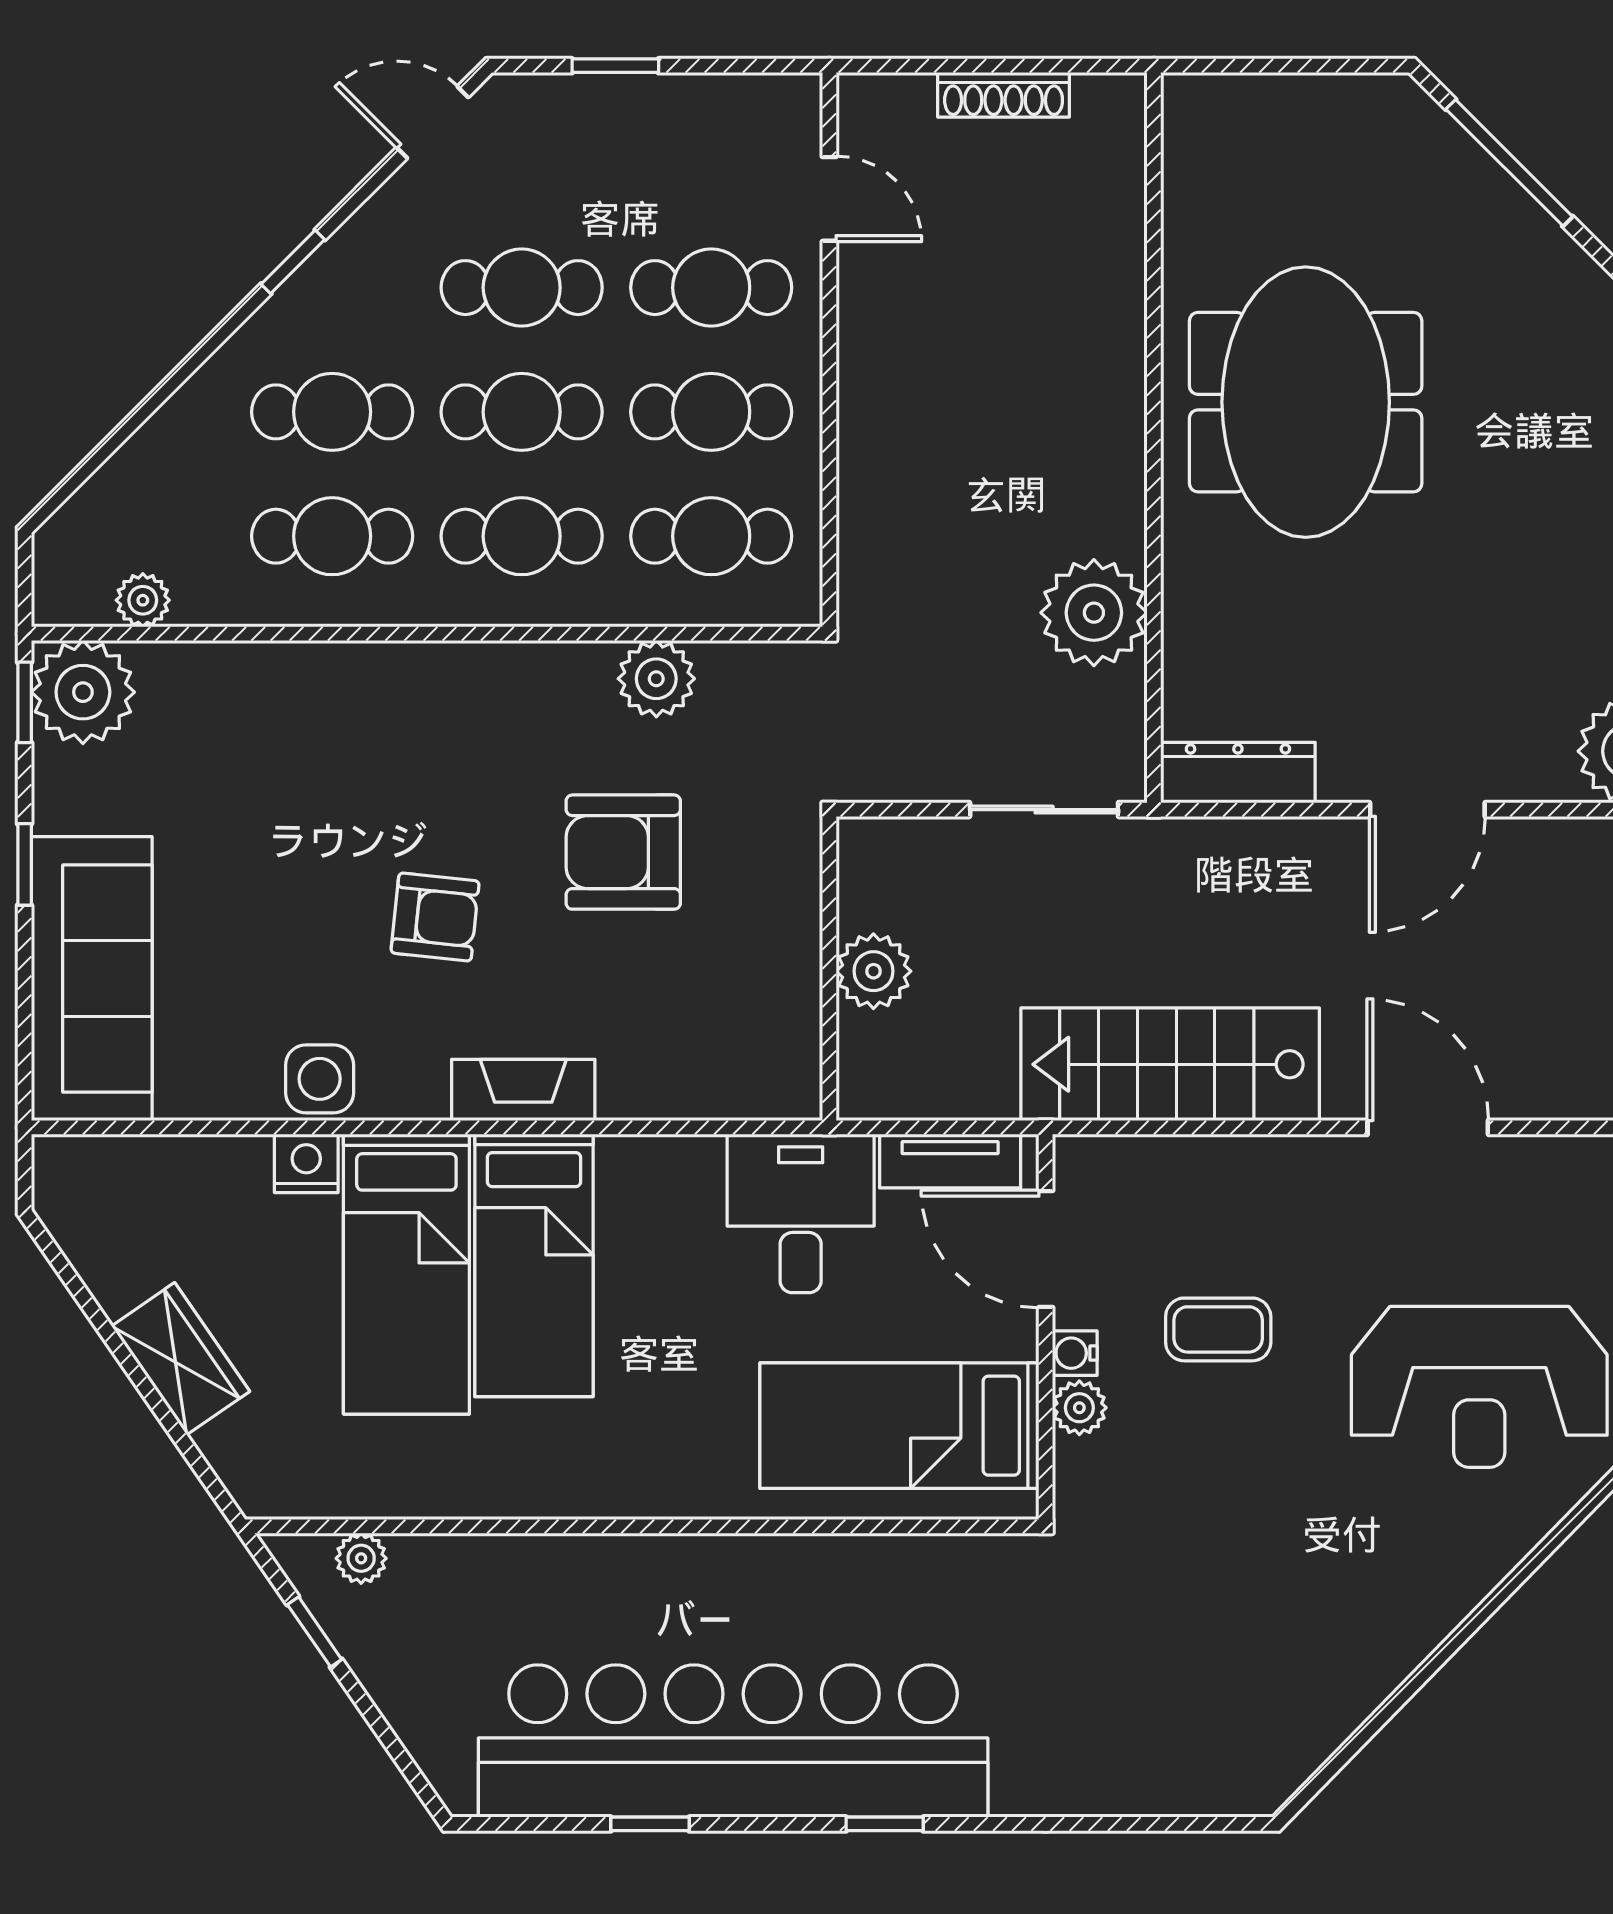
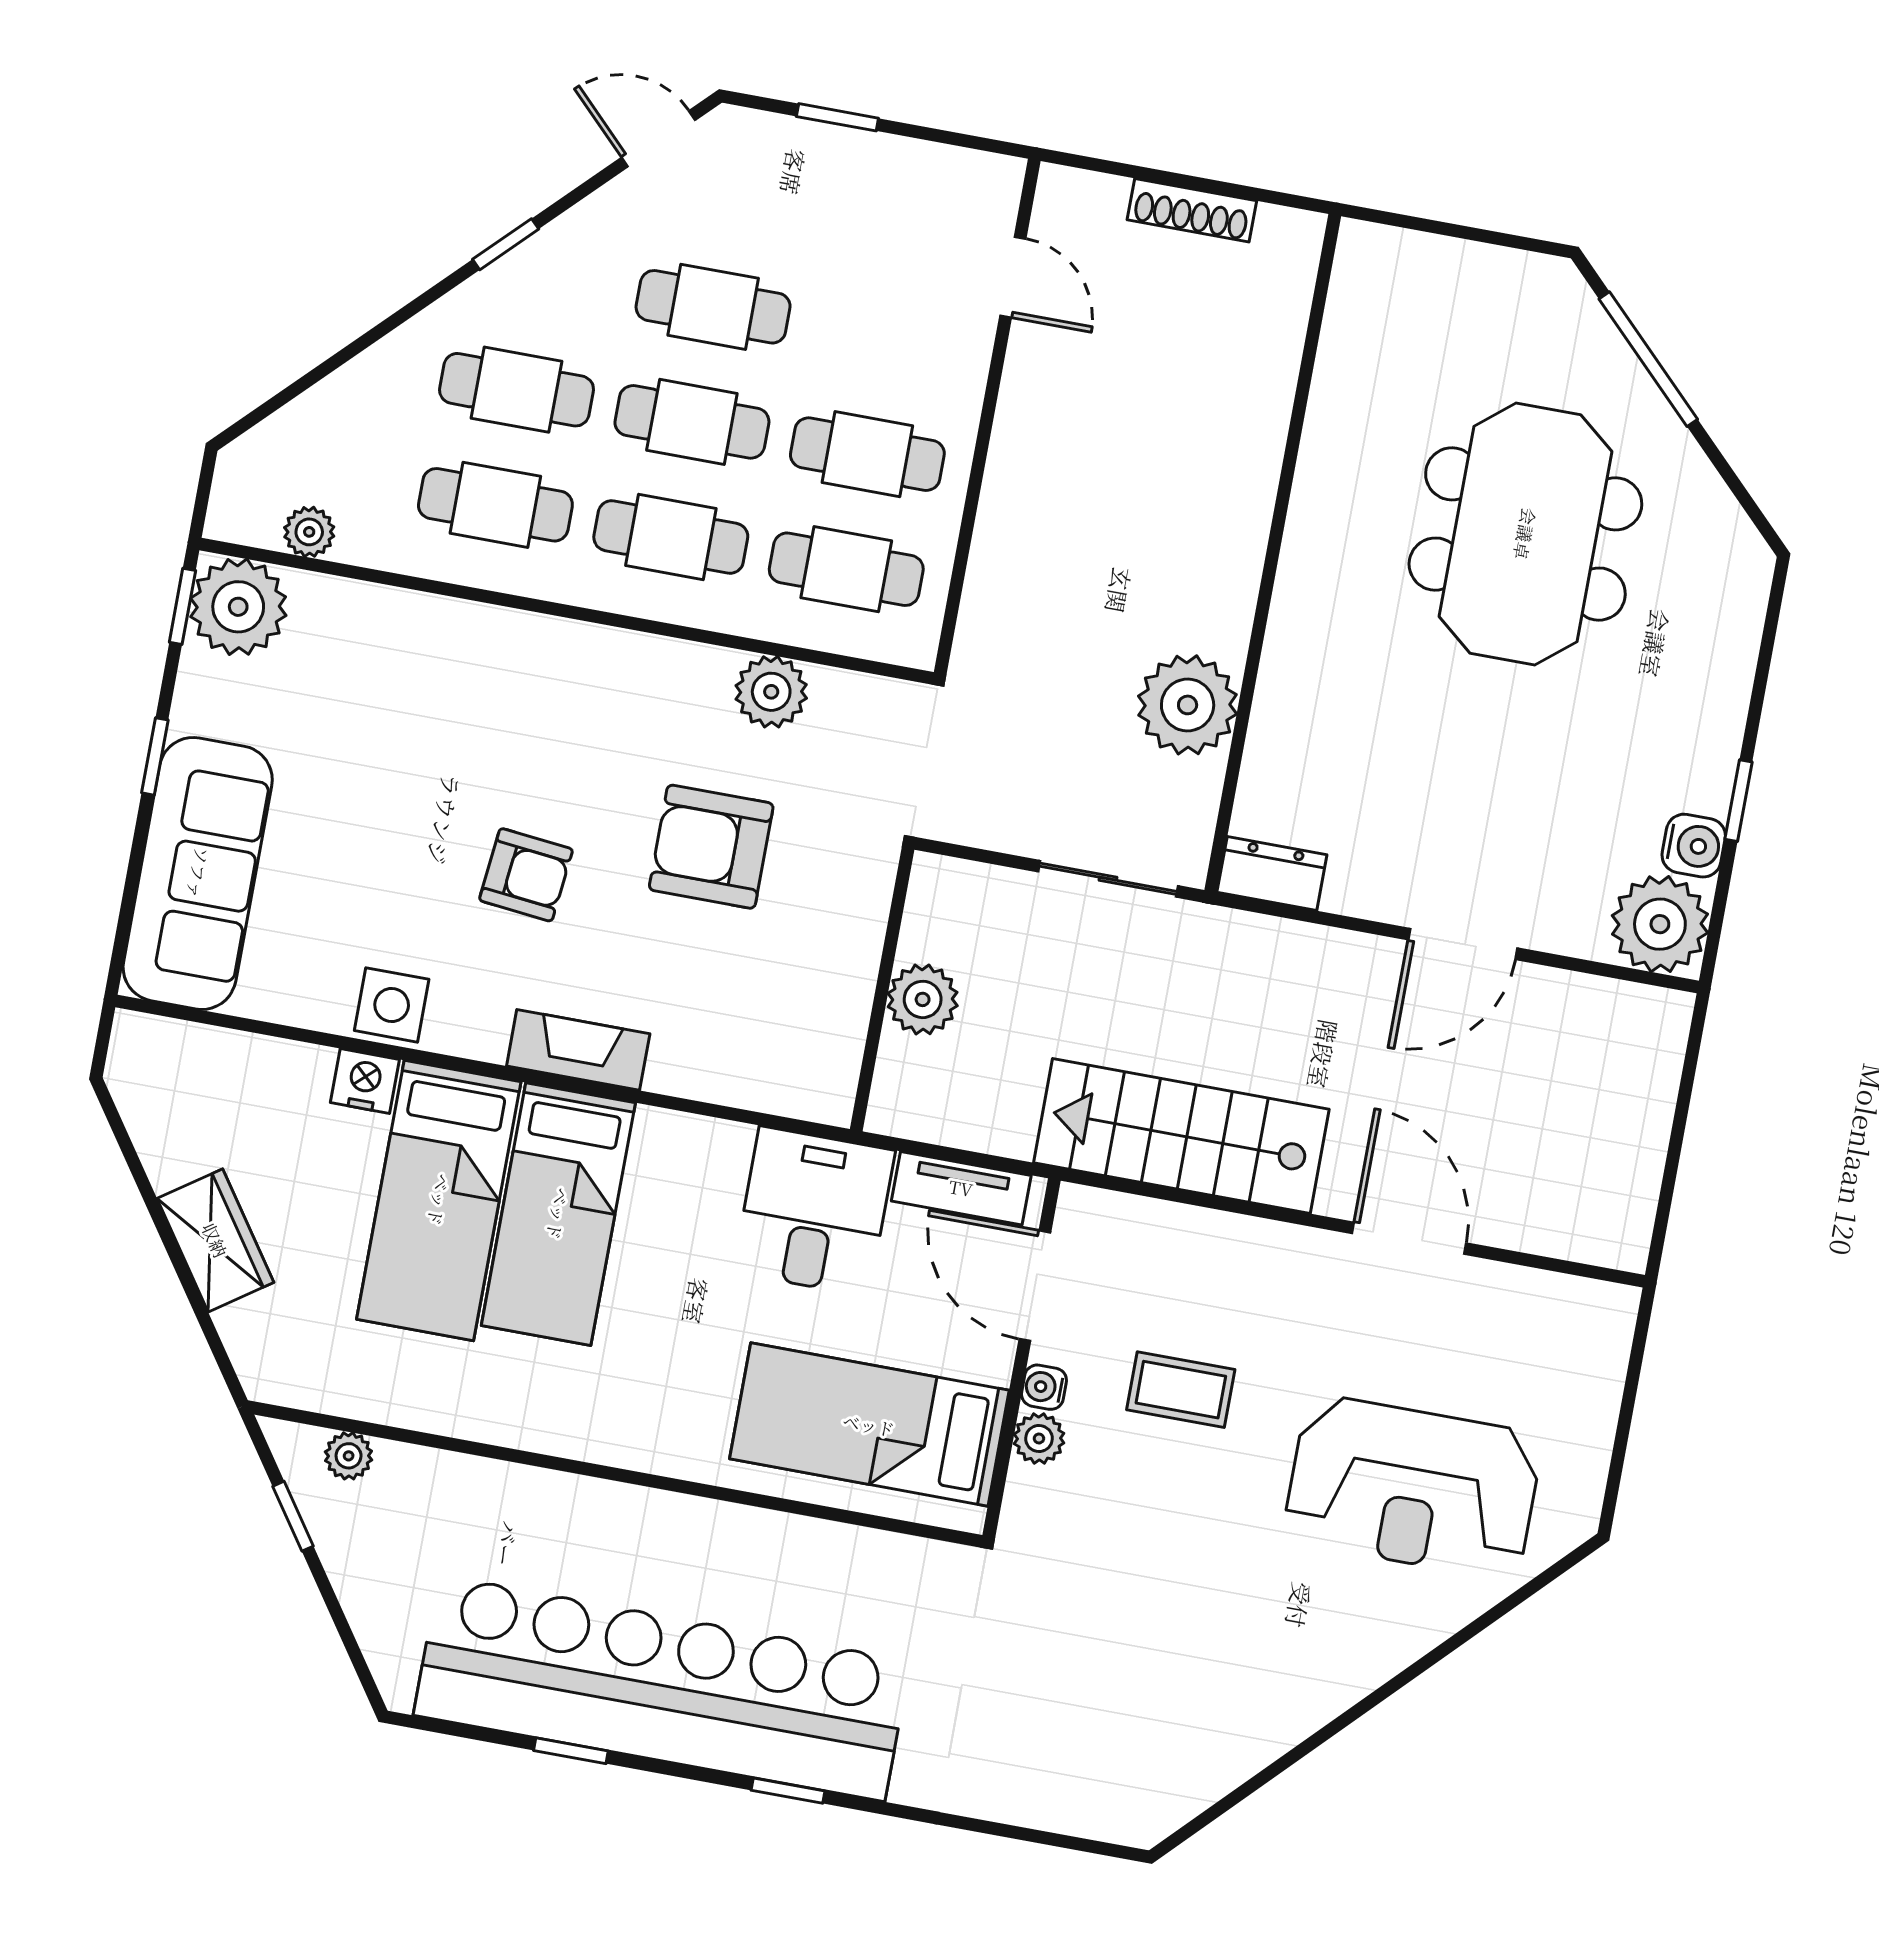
cafe table: (711, 288) -> (888, 339), removed
meeting table: (1306, 402) -> (1525, 534), moved
dresser: (1238, 773) -> (1272, 873), width x0.70

